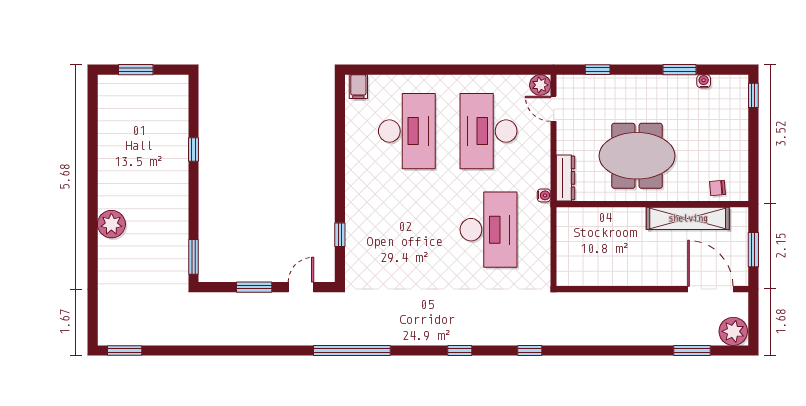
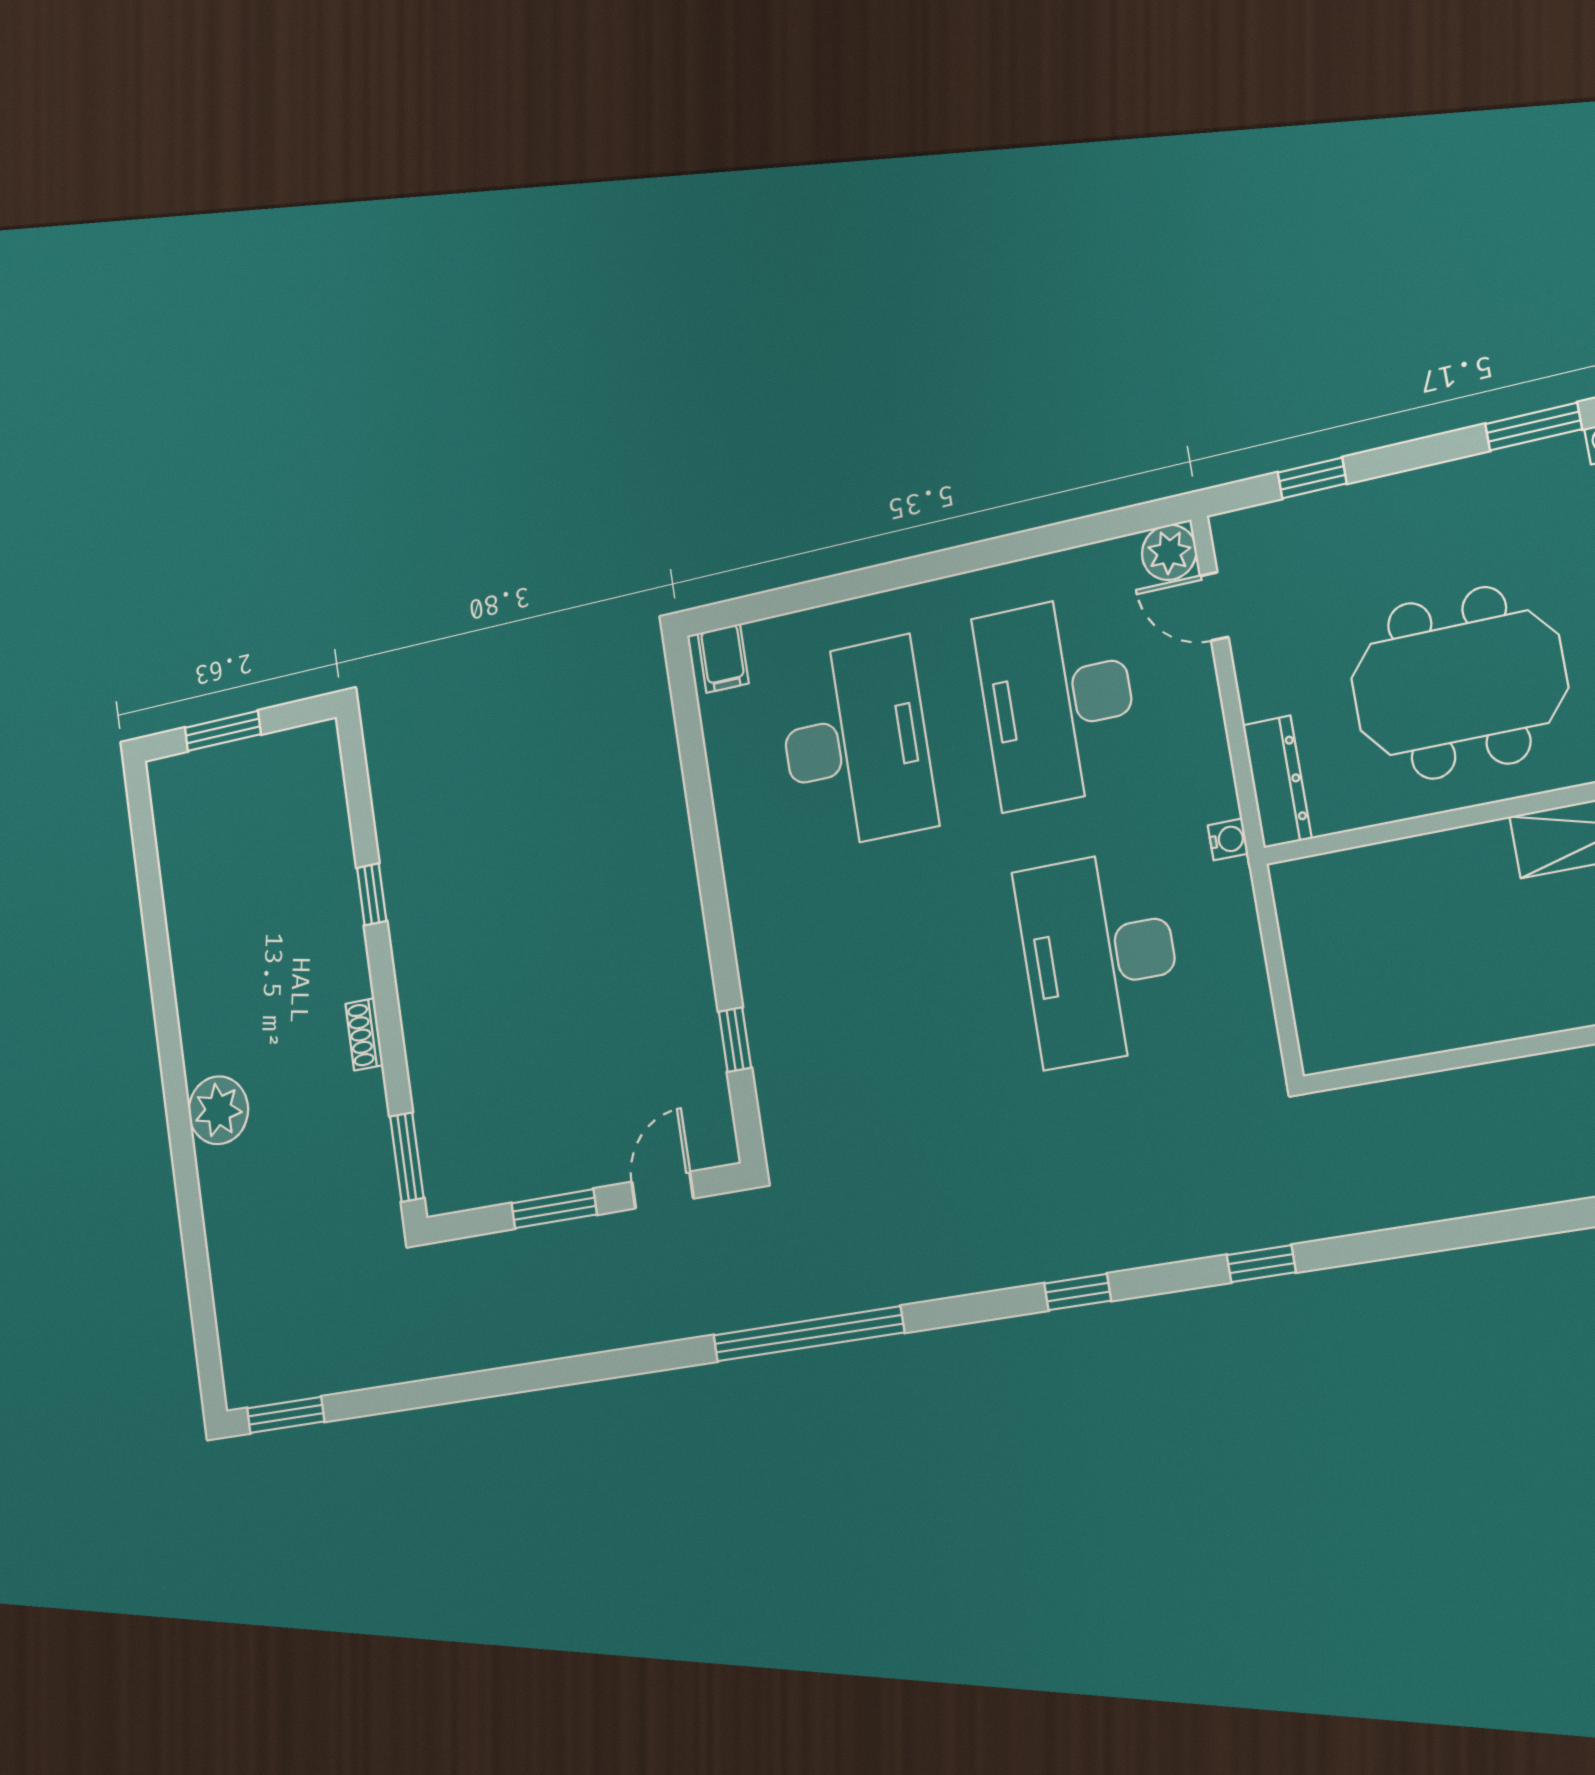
shoe rack: (182, 205) -> (364, 1034), added
desk: (488, 230) -> (1099, 958), turned 180

